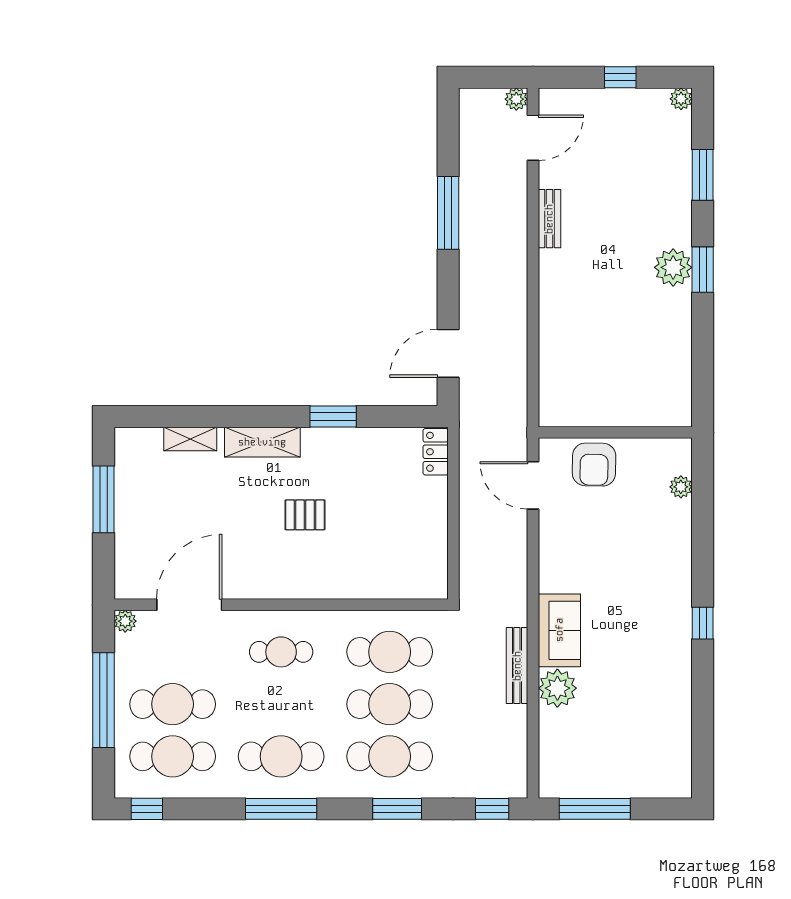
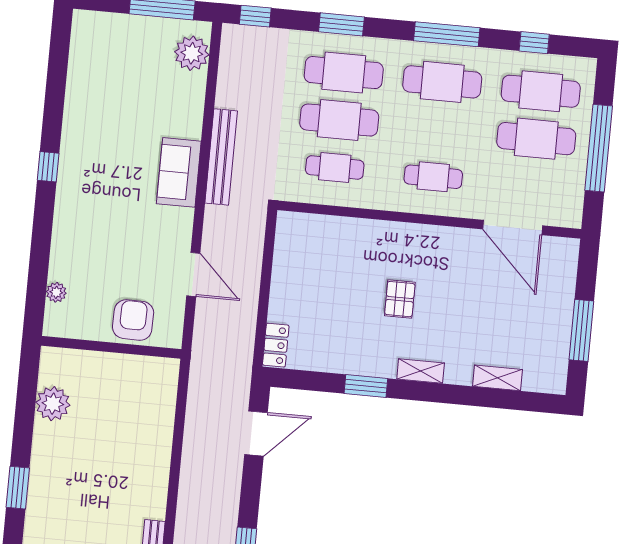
plant: (673, 267) -> (53, 404), moved
shelving: (262, 442) -> (421, 371), width x0.67, depth x0.75
door: (533, 485) -> (193, 275), moved
pallet: (305, 515) -> (400, 299), turned 90
door: (189, 605) -> (513, 227), hinge flipped
plant: (125, 621) -> (572, 218), removed
cafe table: (390, 652) -> (335, 167), width x0.73, depth x0.74
bench: (517, 666) -> (221, 157), width x1.37, depth x1.21
plant: (557, 688) -> (192, 53), moved
window: (147, 809) -> (534, 43), moved

